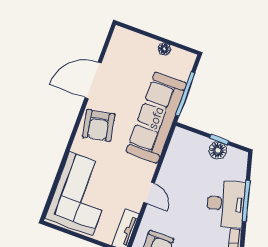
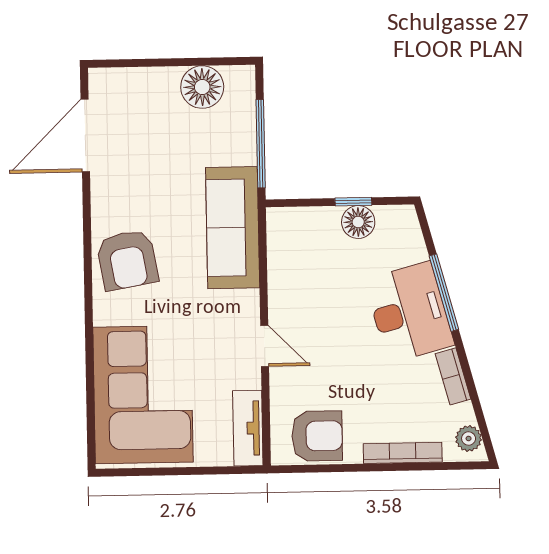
floor lamp: (164, 49) -> (202, 87), width x1.89, depth x1.89
door: (93, 81) -> (85, 136), moved
sofa: (156, 118) -> (233, 228), width x0.74, depth x0.79

